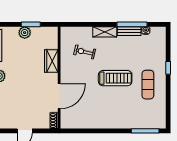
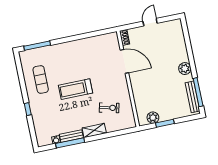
plant: (25, 33) -> (153, 118), moved
wardrobe: (51, 61) -> (139, 93), removed
exercise mat: (148, 85) -> (41, 79), moved
door: (59, 96) -> (124, 61), swing flipped

